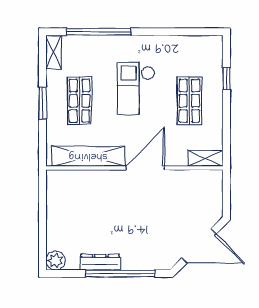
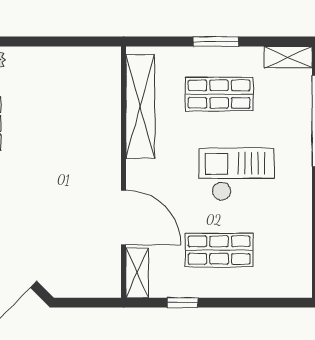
window: (226, 79) -> (182, 303), moved
door: (145, 168) -> (124, 217), moved

